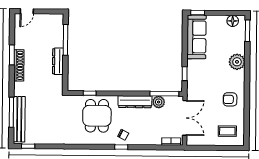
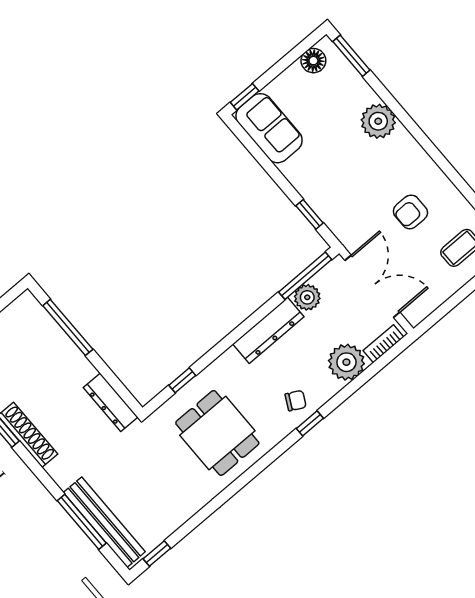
sofa: (197, 37) -> (269, 128), width x0.73
dresser: (58, 61) -> (111, 402), moved
armchair: (230, 99) -> (410, 212), moved
dining table: (97, 116) -> (217, 433), moved
plant: (153, 137) -> (346, 362), added

